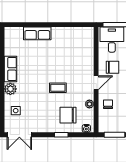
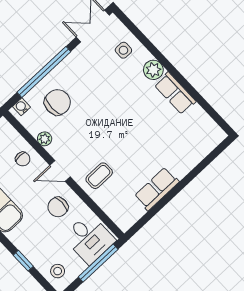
row of seats: (37, 33) -> (157, 189), moved
door: (96, 83) -> (60, 171), hinge flipped
coffee table: (58, 88) -> (99, 176), moved
window: (61, 135) -> (44, 72), width x3.17

